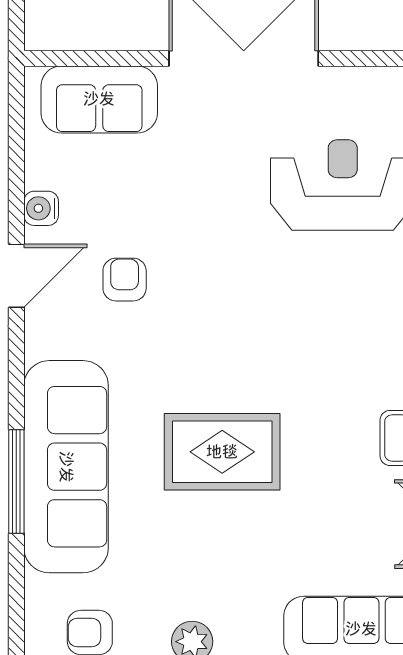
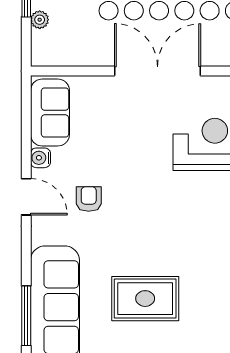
sofa: (99, 99) -> (50, 113), moved, turned -90
door: (16, 276) -> (26, 197), hinge flipped

